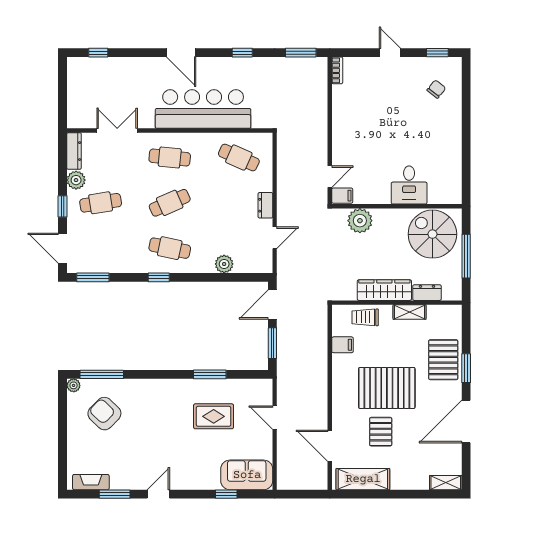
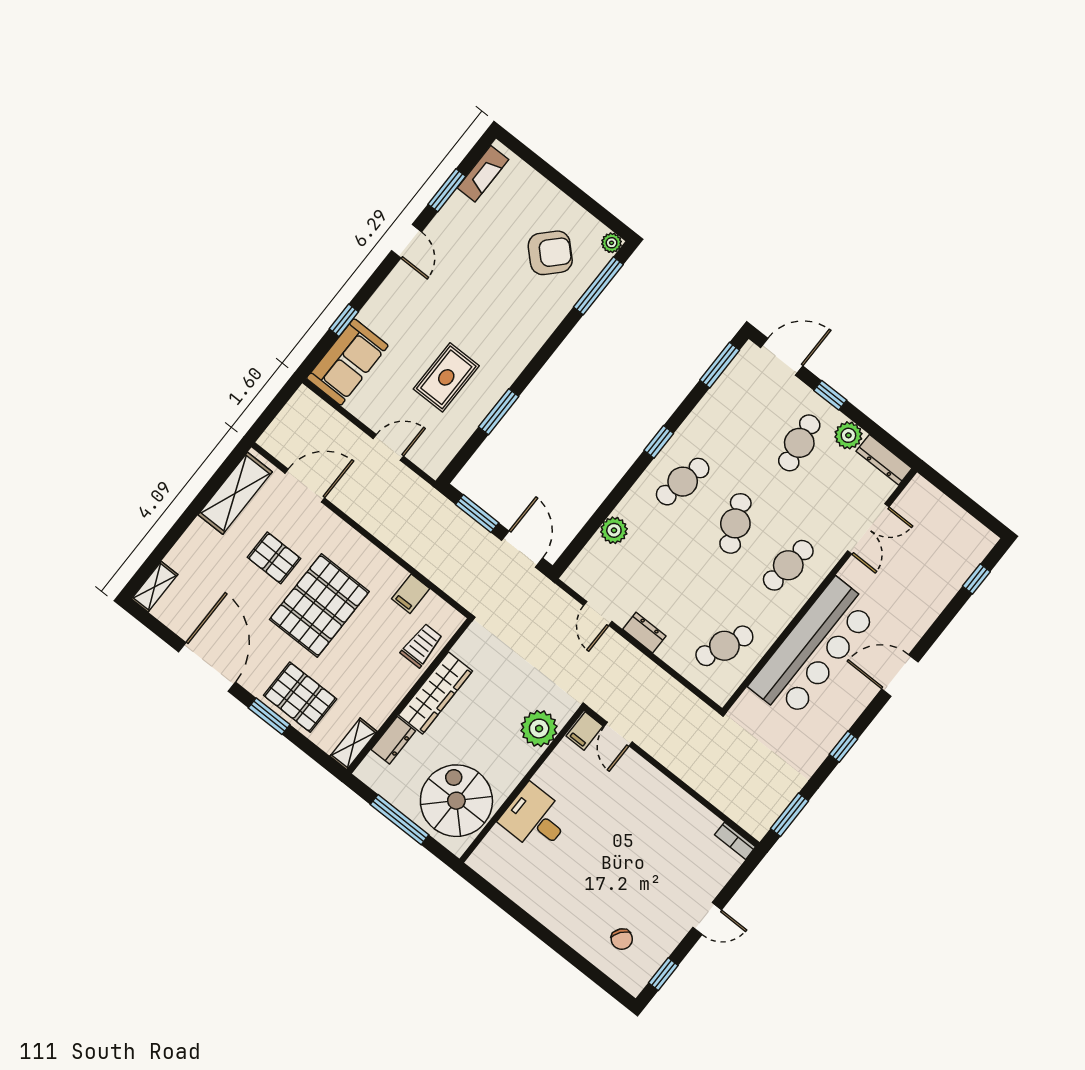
spiral stairs: (432, 234) -> (456, 801), turned -90
shelving: (410, 312) -> (354, 744), moved

